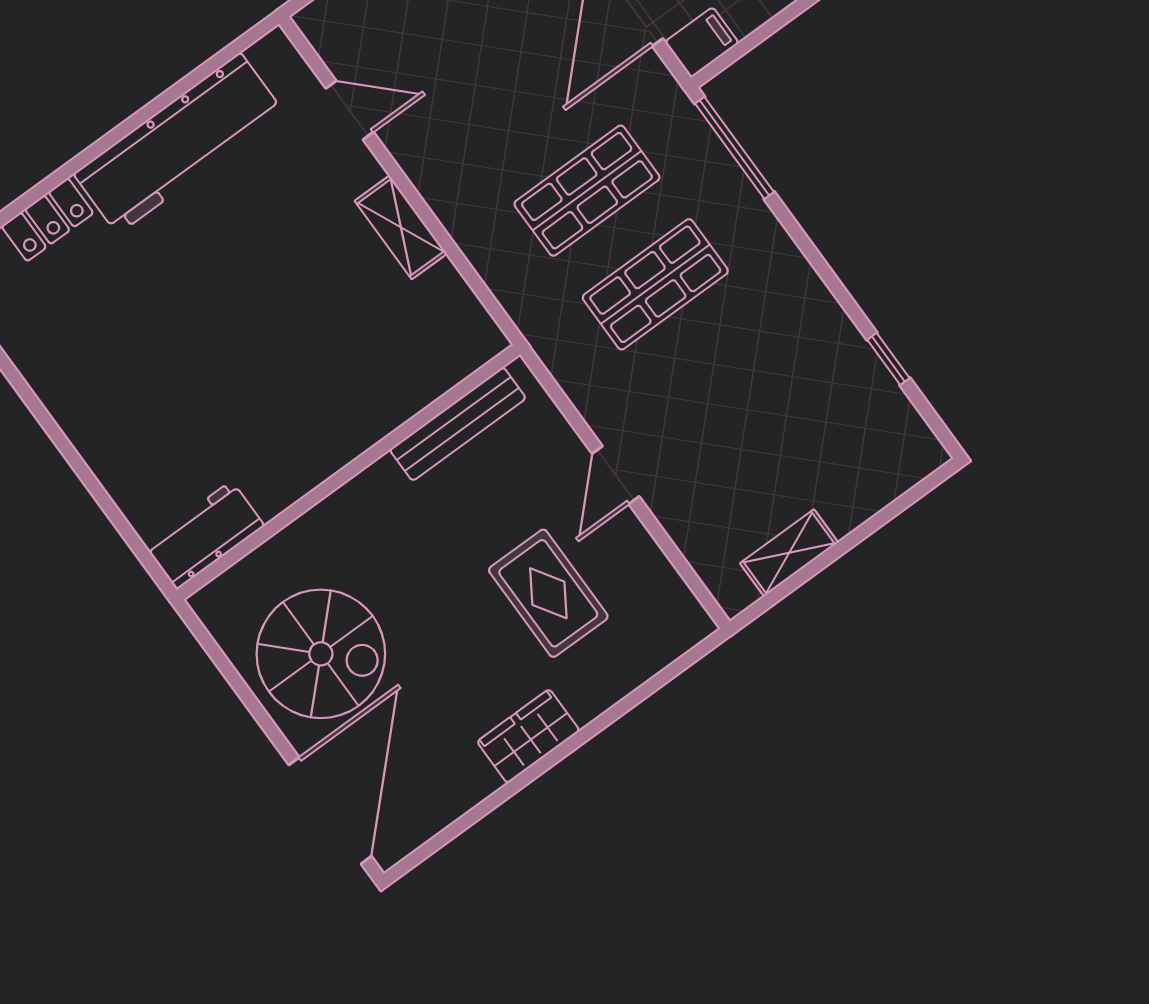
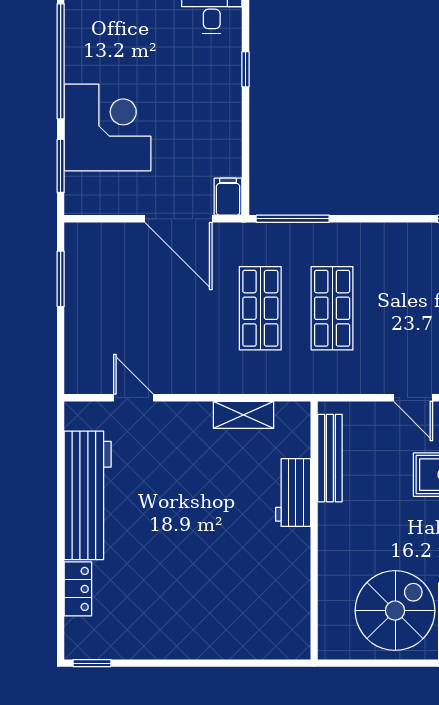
door: (350, 110) -> (133, 398), hinge flipped
shelving: (401, 227) -> (244, 415), moved
workbench: (204, 535) -> (293, 493), moved

